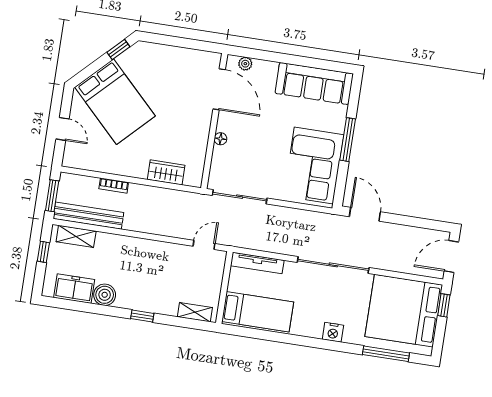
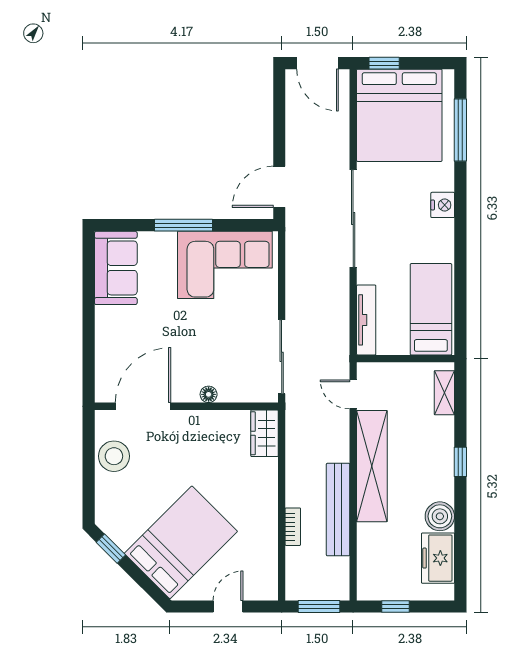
stool: (186, 62) -> (114, 456), added
plant: (245, 64) -> (104, 377), removed
sofa: (314, 83) -> (116, 268), width x0.73
wardrobe: (166, 172) -> (264, 433), moved
bench: (88, 216) -> (338, 510), moved
shelving: (76, 236) -> (372, 466), moved, width x2.20, depth x1.33

